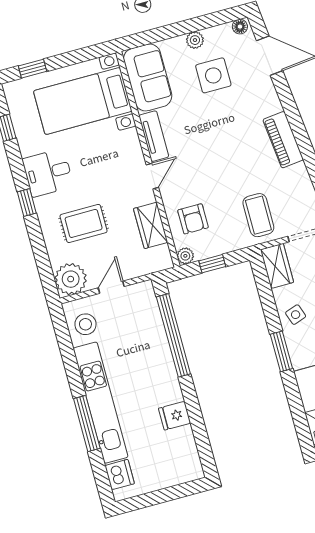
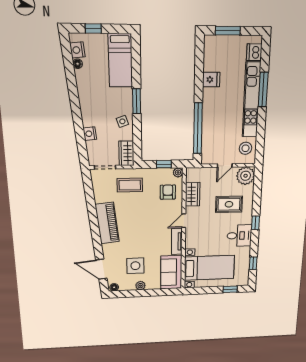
piano: (283, 140) -> (107, 223), width x1.37, depth x1.33
coffee table: (258, 215) -> (130, 185), turned 90
window: (170, 494) -> (228, 31), added

